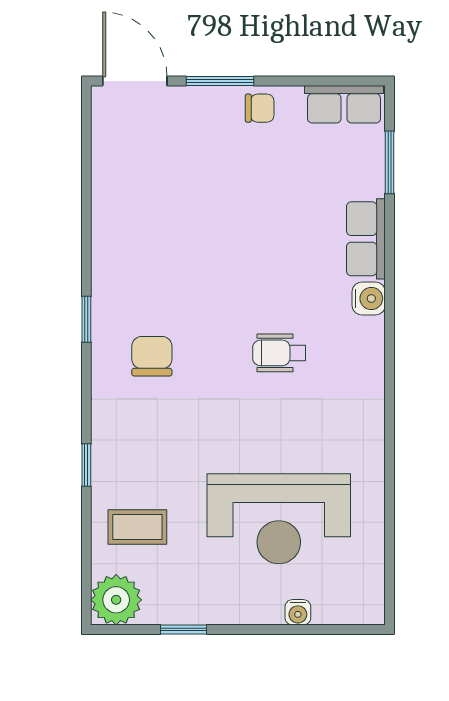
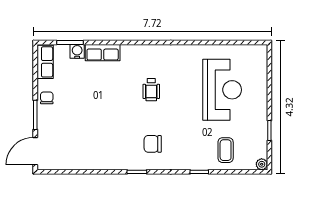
water cooler: (369, 298) -> (77, 51), moved
plant: (116, 600) -> (262, 164), width x0.53, depth x0.53
water cooler: (298, 612) -> (262, 82), removed

